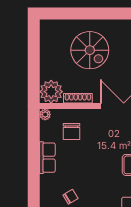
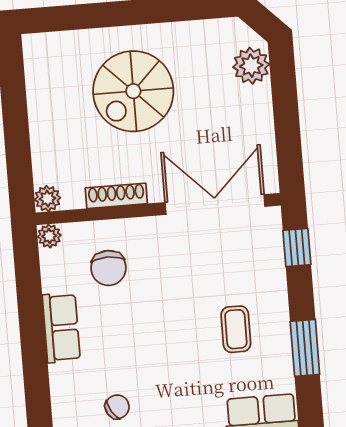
spiral stairs: (90, 50) -> (133, 91), turned 90
plant: (51, 92) -> (48, 199), width x0.53, depth x0.53

